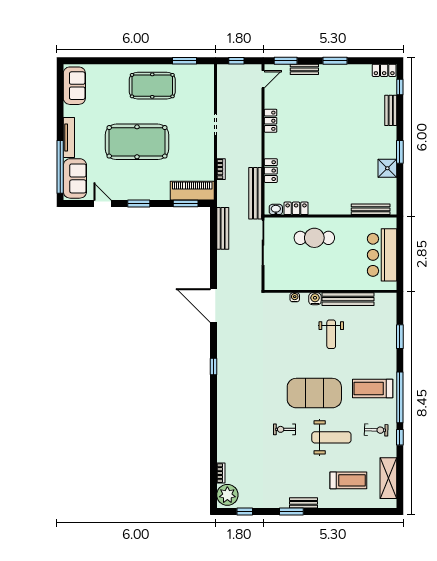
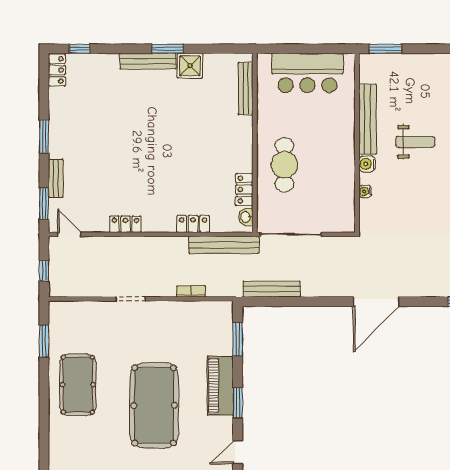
bench: (391, 110) -> (148, 61), moved, width x1.36
piano: (192, 191) -> (220, 386), moved
window: (400, 337) -> (385, 49), moved

